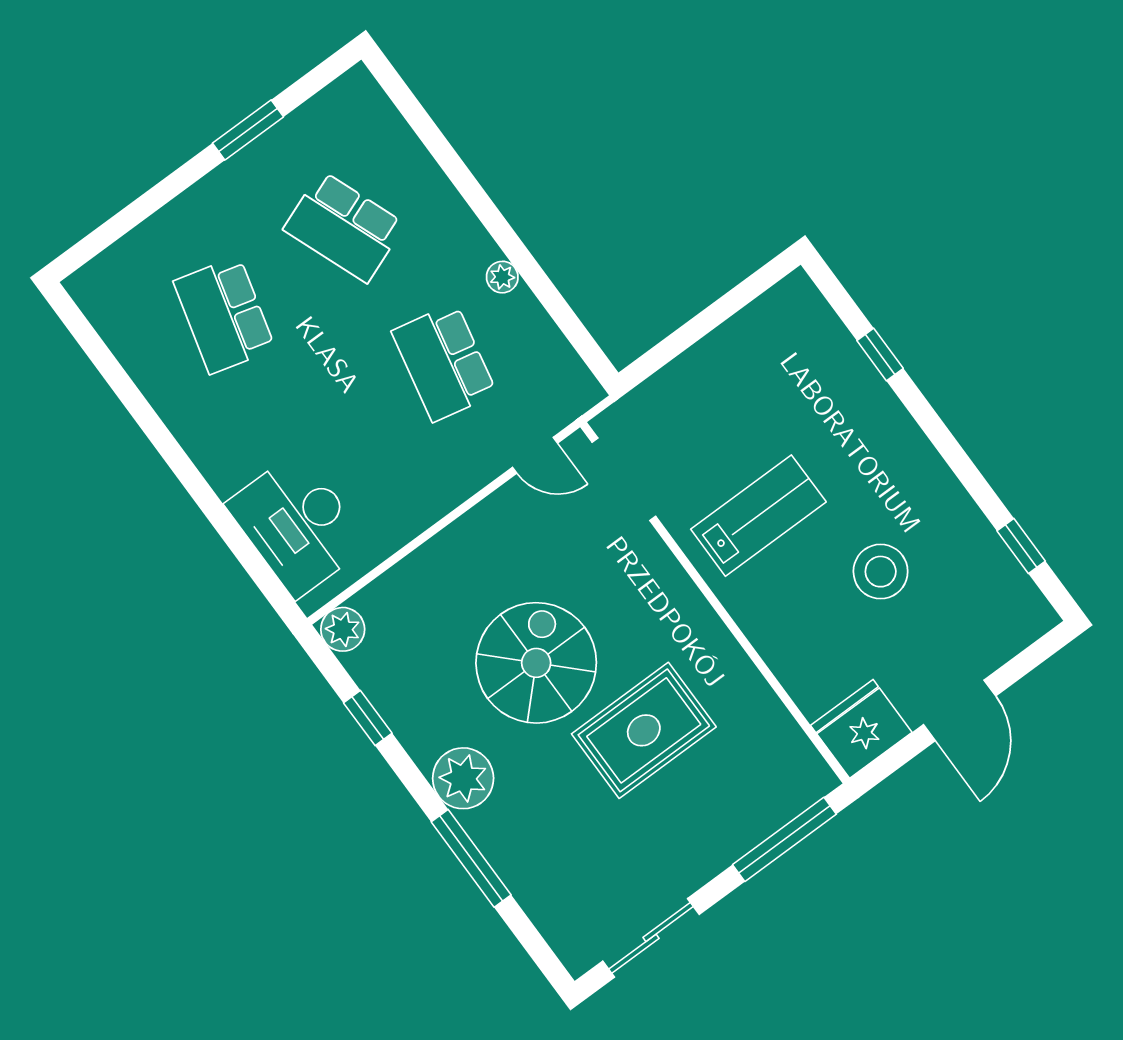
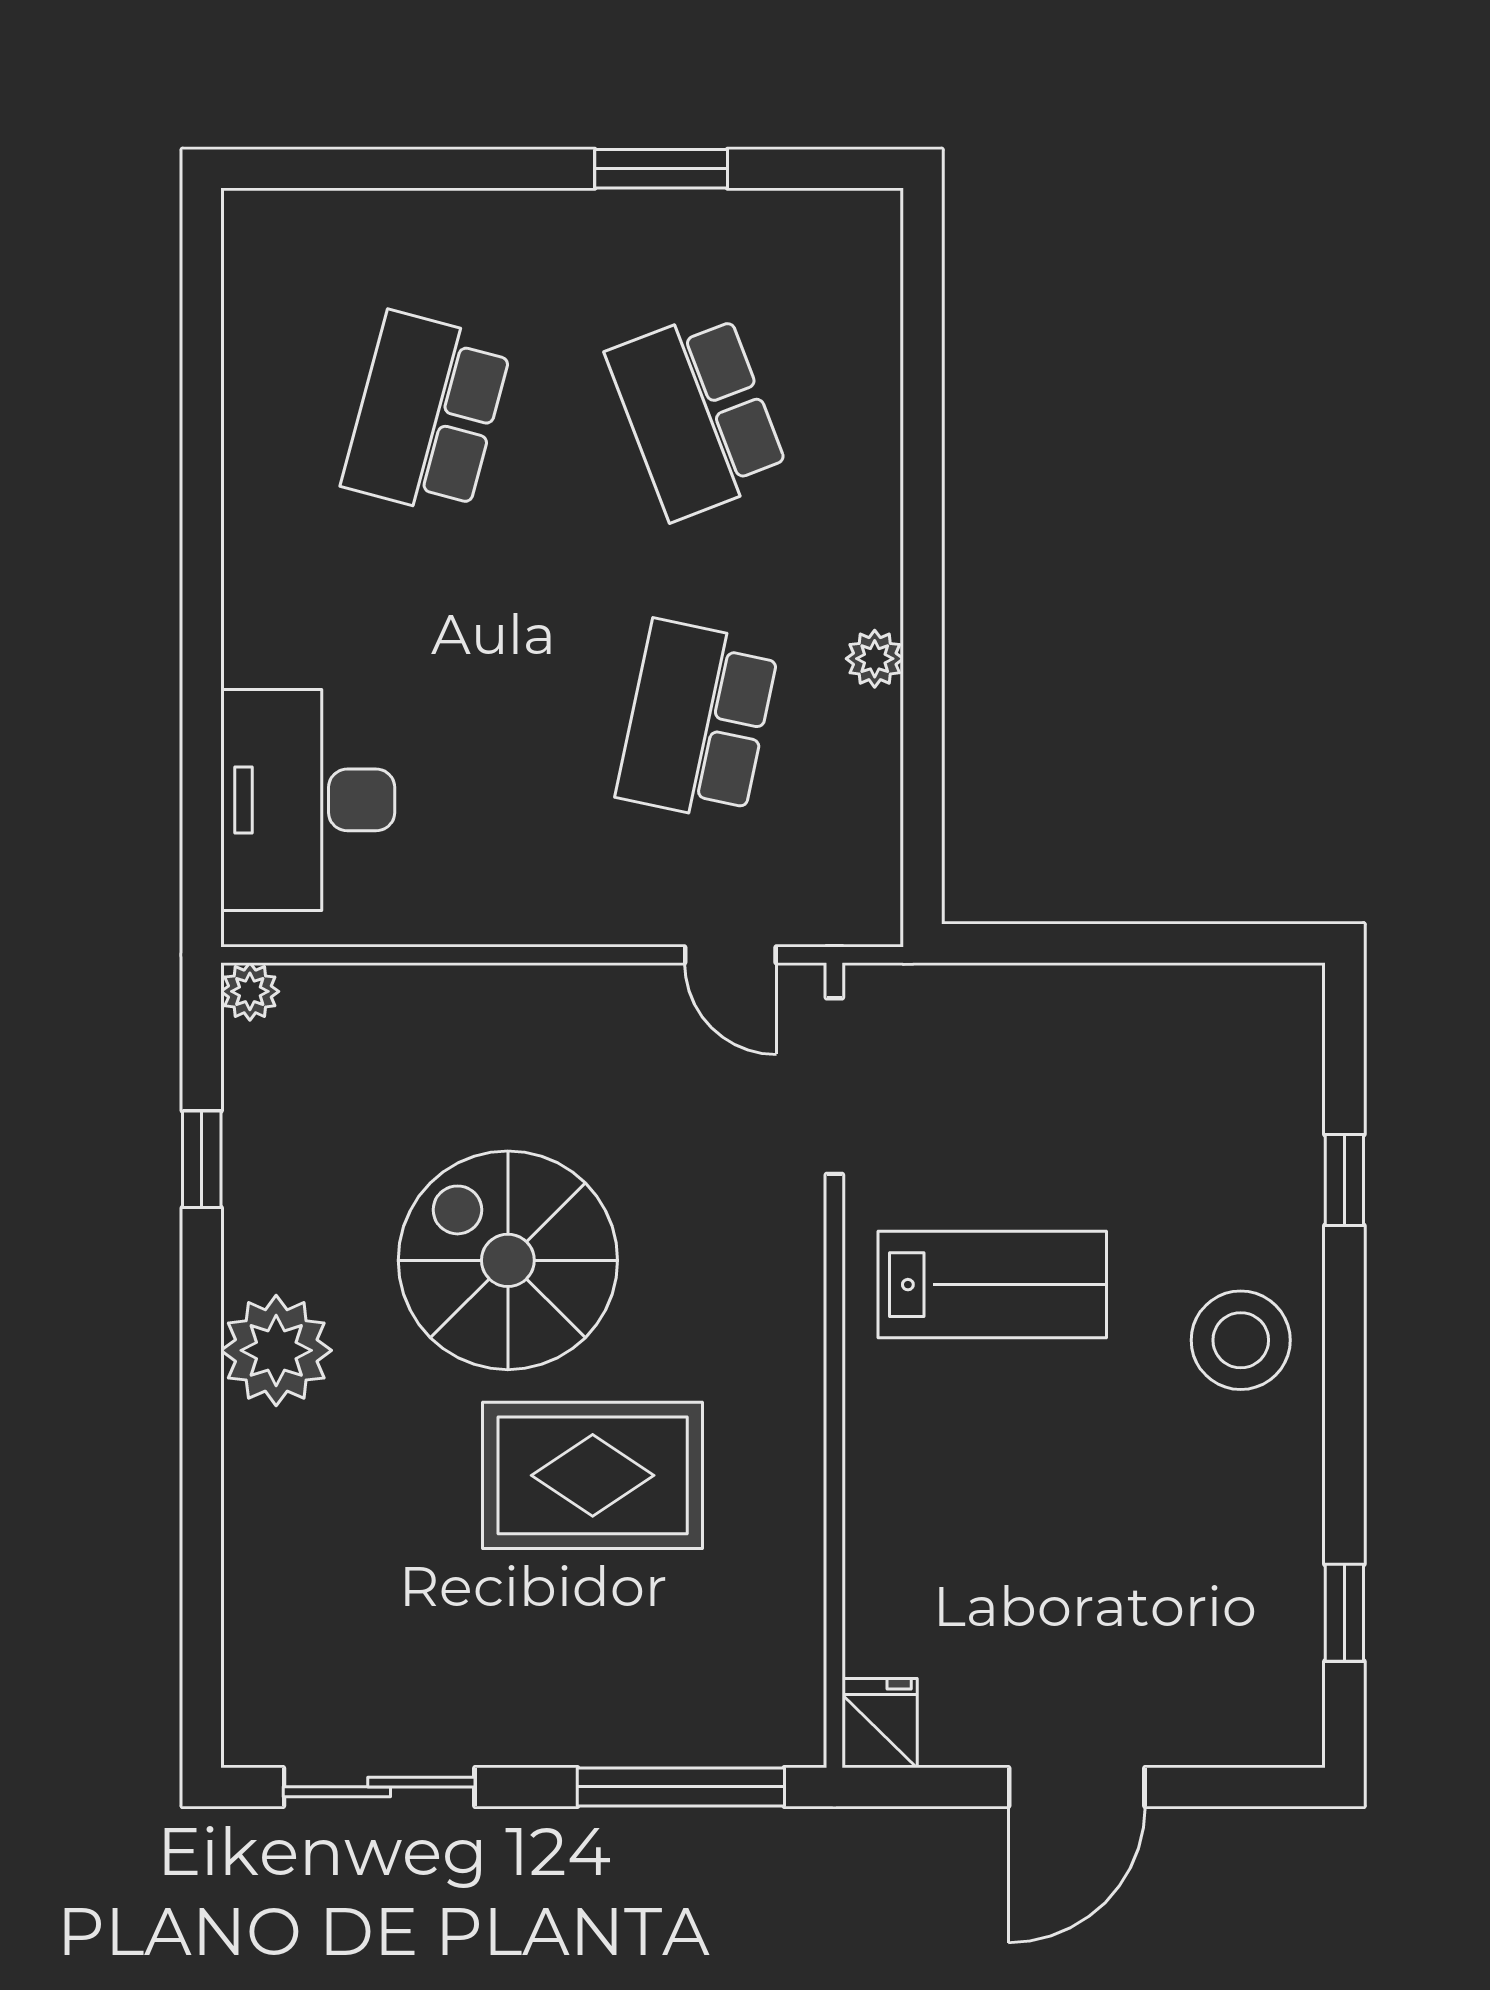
stool: (881, 572) -> (1241, 1340), moved
plant: (343, 629) -> (250, 991), width x0.73, depth x0.73
spiral stairs: (536, 663) -> (508, 1260), turned -90
fridge: (861, 729) -> (880, 1723), width x0.53, depth x0.75
window: (471, 858) -> (202, 1476), removed

